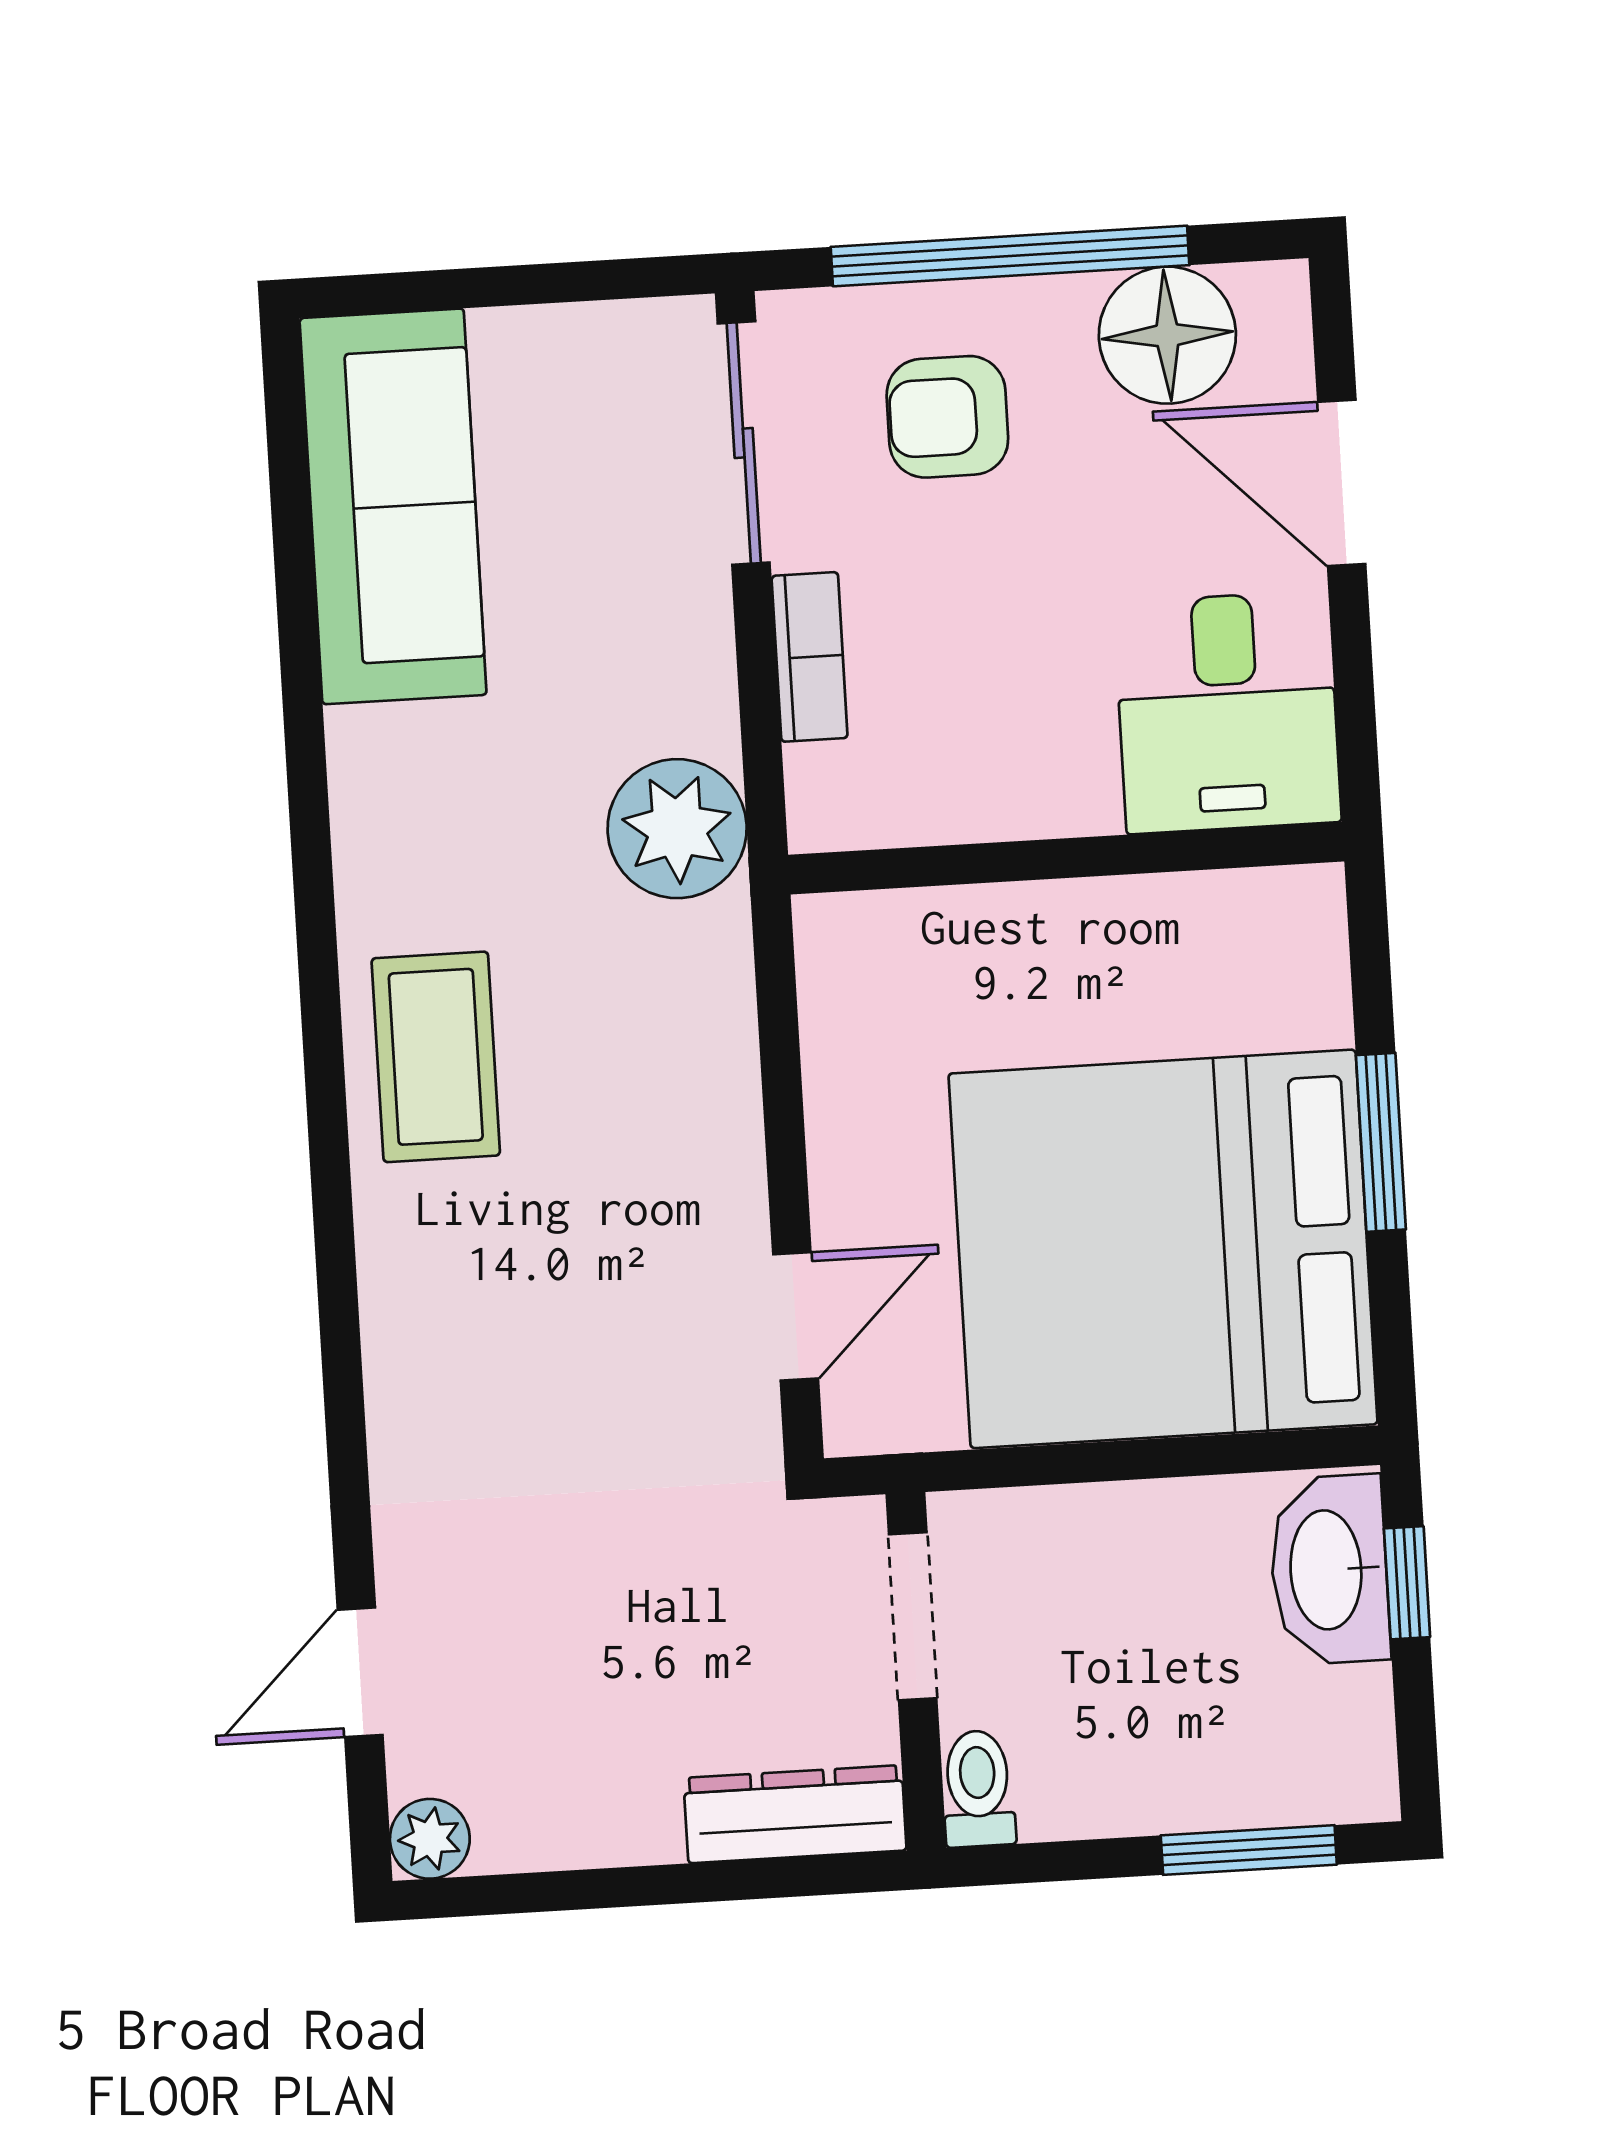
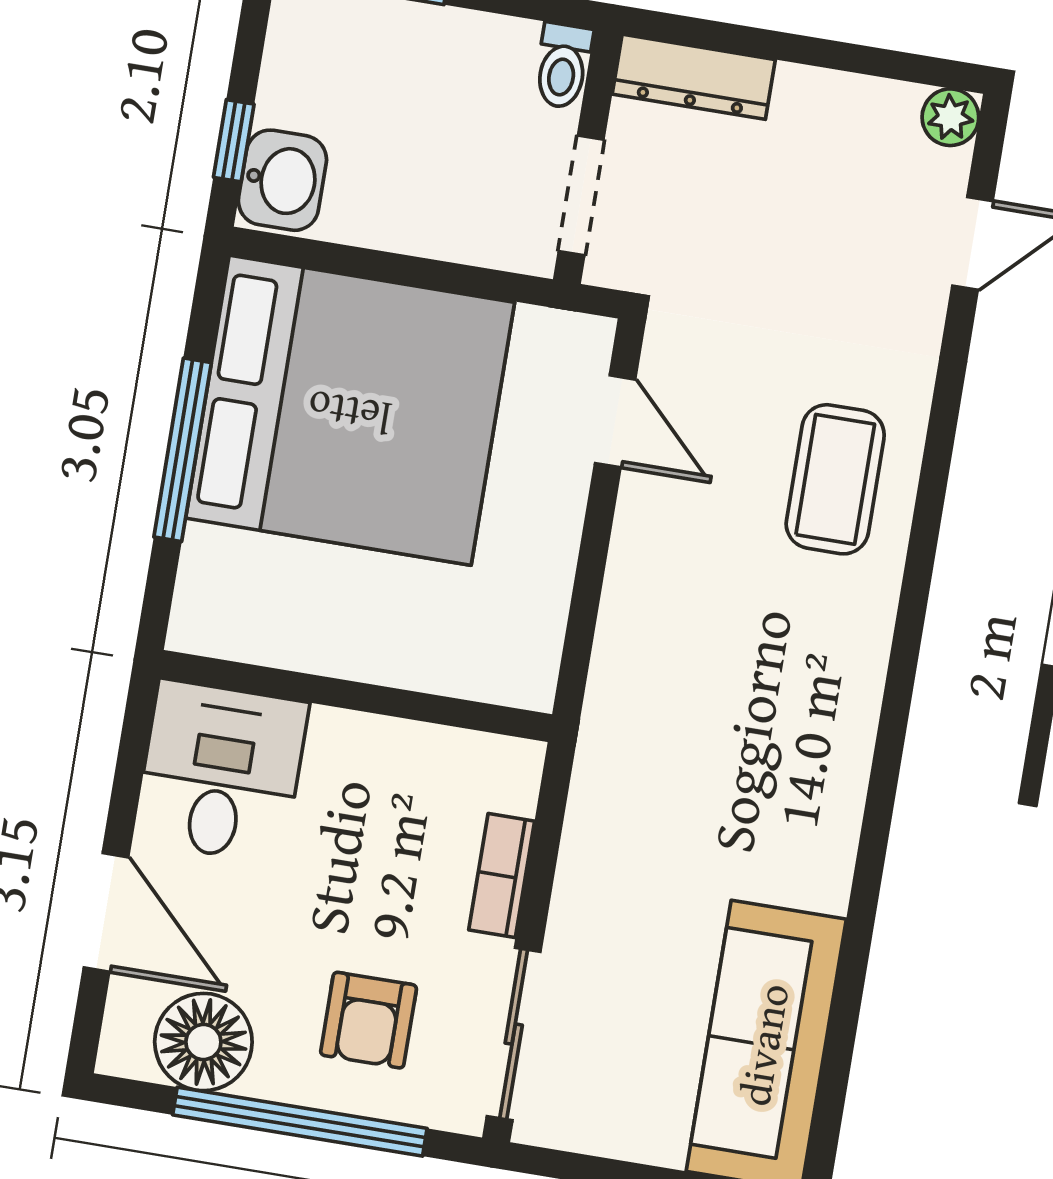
armchair: (947, 417) -> (369, 1020), turned 90
plant: (677, 829) -> (620, 778), removed
coffee table: (436, 1057) -> (835, 479), moved
window: (1381, 1142) -> (183, 450), width x1.44
door: (796, 1316) -> (615, 421), swing flipped
washbasin: (1329, 1570) -> (282, 180), width x0.72

